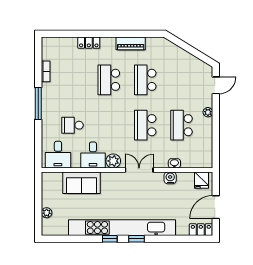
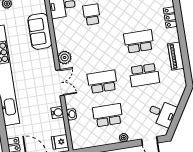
school desk: (145, 80) -> (144, 75), turned 180
desk: (93, 155) -> (162, 113), moved, turned -148

